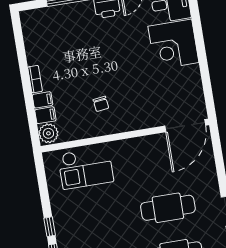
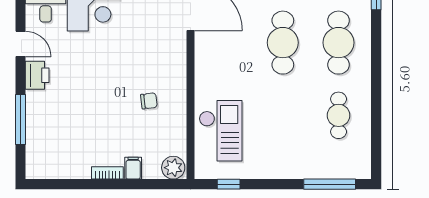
filing cabinet: (45, 115) -> (152, 168), removed
window: (50, 227) -> (229, 184), moved

